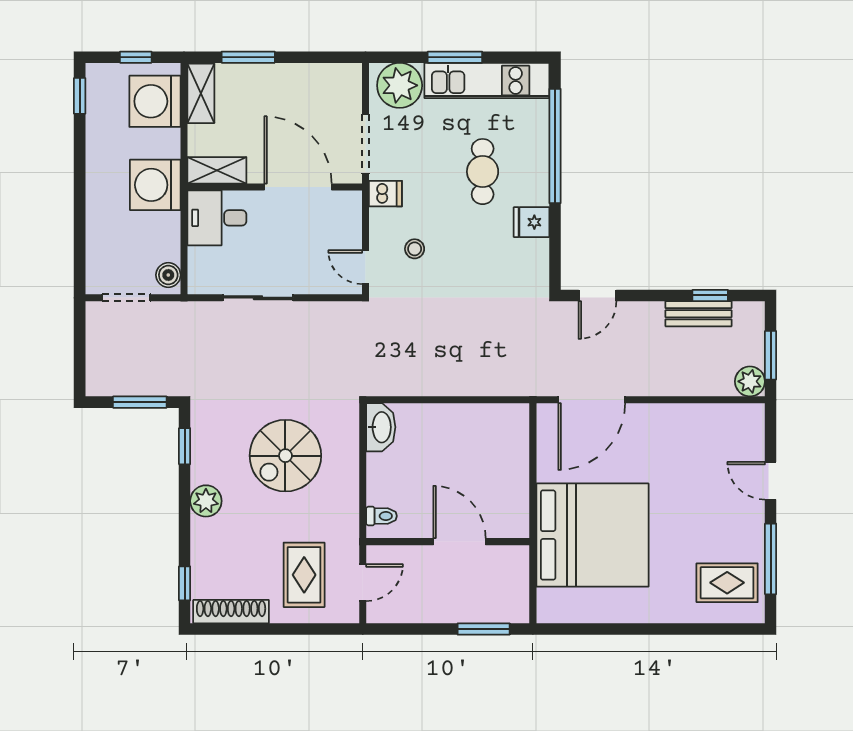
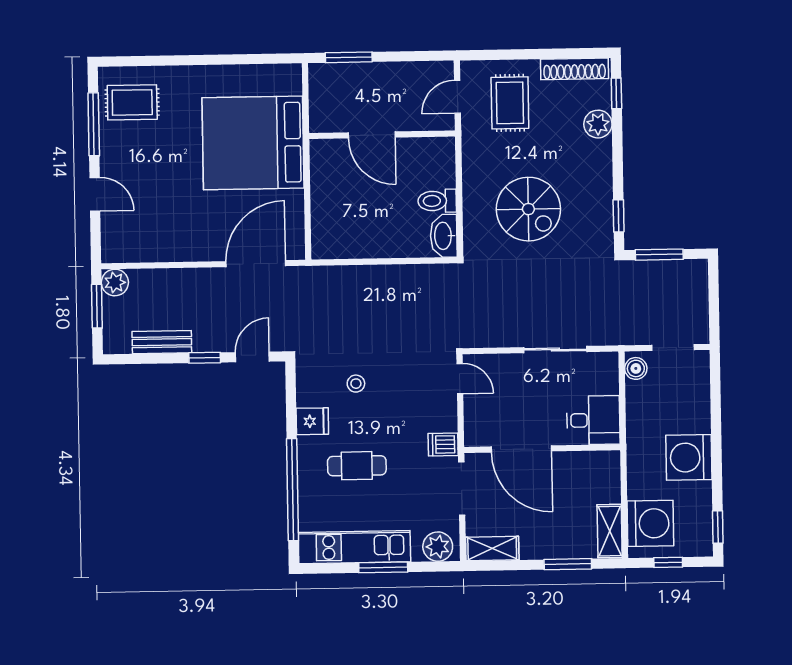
plant: (400, 85) -> (438, 547), width x0.73, depth x0.73
shelving: (217, 170) -> (492, 549), moved
cafe table: (483, 172) -> (357, 466), turned 90
washing machine: (155, 185) -> (689, 457), moved, turned 180
stool: (415, 249) -> (356, 384), moved
window: (710, 295) -> (205, 358), moved
spiral stairs: (285, 456) -> (528, 209), turned 90
plant: (206, 501) -> (598, 124), moved
toilet: (381, 516) -> (437, 201), moved, width x1.37, depth x1.39

